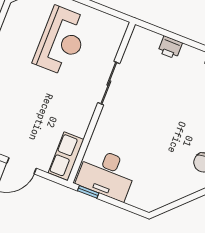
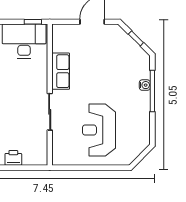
row of seats: (66, 156) -> (61, 71), moved

